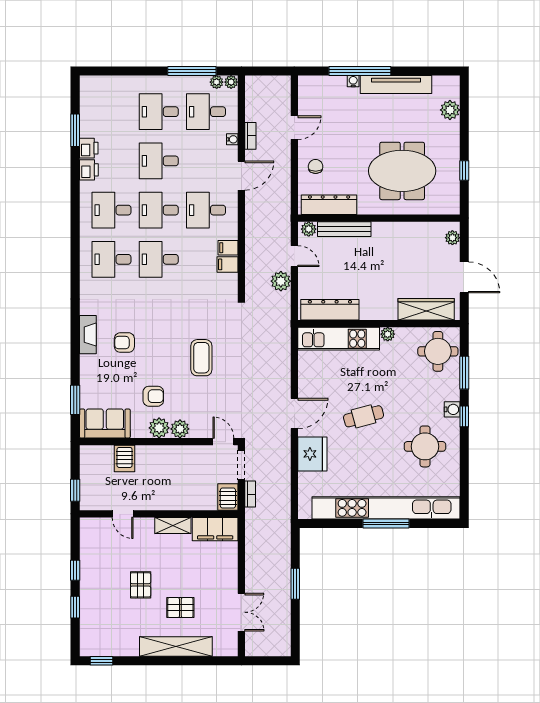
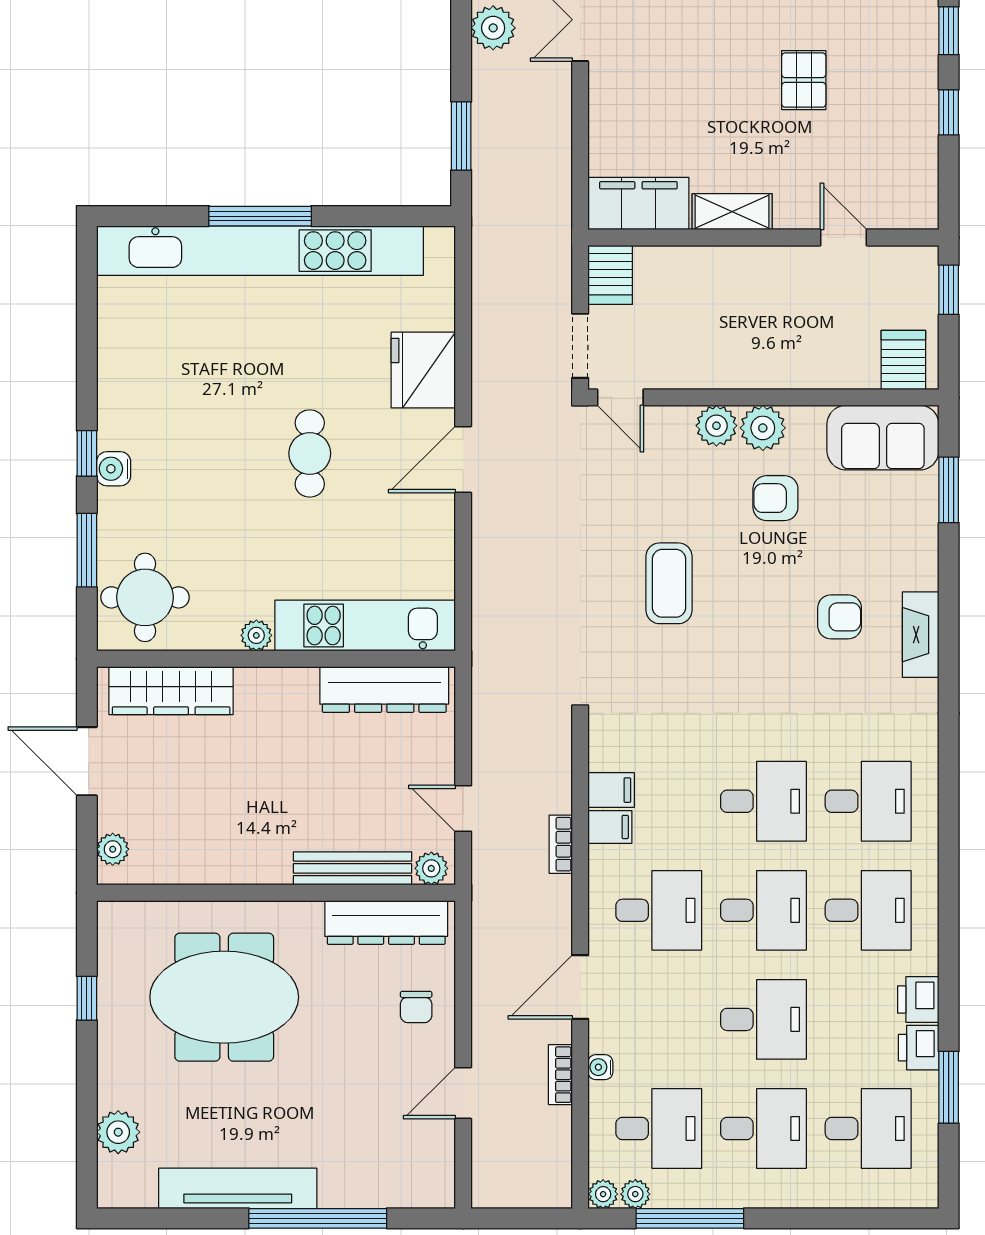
water cooler: (353, 81) -> (333, 1196), removed
desk: (111, 112) -> (868, 1128), added
plant: (281, 281) -> (493, 28), moved
cafe table: (364, 416) -> (310, 453), turned -75
round table: (425, 446) -> (174, 387), removed
server rack: (125, 458) -> (903, 360), moved
bookcase: (250, 494) -> (561, 844), moved
window: (295, 584) -> (461, 136), moved
pallet: (180, 608) -> (716, 30), removed

